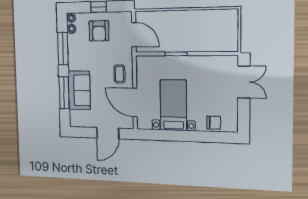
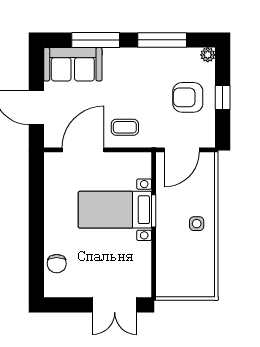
side table: (185, 23) -> (197, 224), added
plant: (72, 29) -> (191, 55), removed
sofa: (79, 90) -> (73, 64), moved
bed with nightstands: (173, 105) -> (115, 210), moved, turned 180

